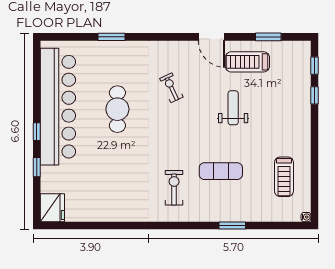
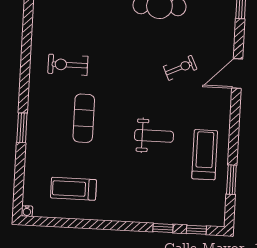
door: (211, 37) -> (237, 73), moved
exercise bike: (174, 188) -> (68, 65), turned 180

